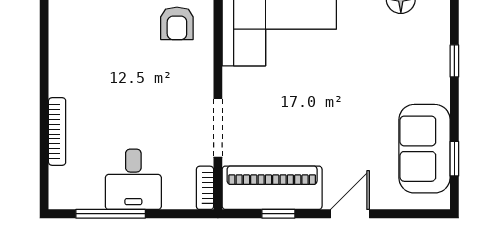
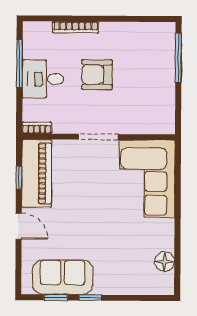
armchair: (177, 23) -> (97, 75), moved, width x1.38, depth x1.38
window: (454, 61) -> (90, 298), moved
doorway: (218, 128) -> (98, 137), moved

